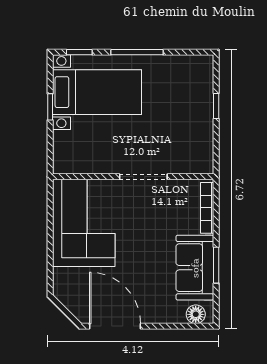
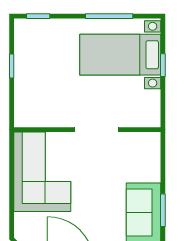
window: (137, 52) -> (109, 16), moved
bed with nightstands: (97, 92) -> (120, 55), moved, turned 180
bookcase: (207, 208) -> (155, 158), removed

